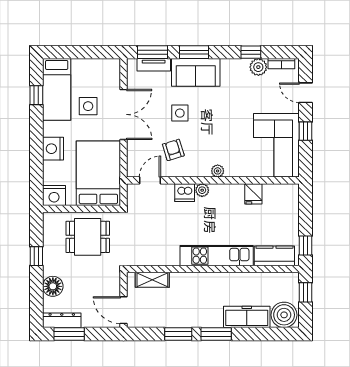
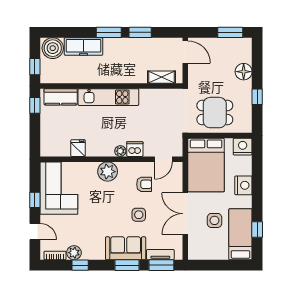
armchair: (173, 150) -> (144, 184), turned -73
plant: (218, 171) -> (108, 172), width x1.87, depth x1.87
dresser: (62, 320) -> (236, 44), removed

